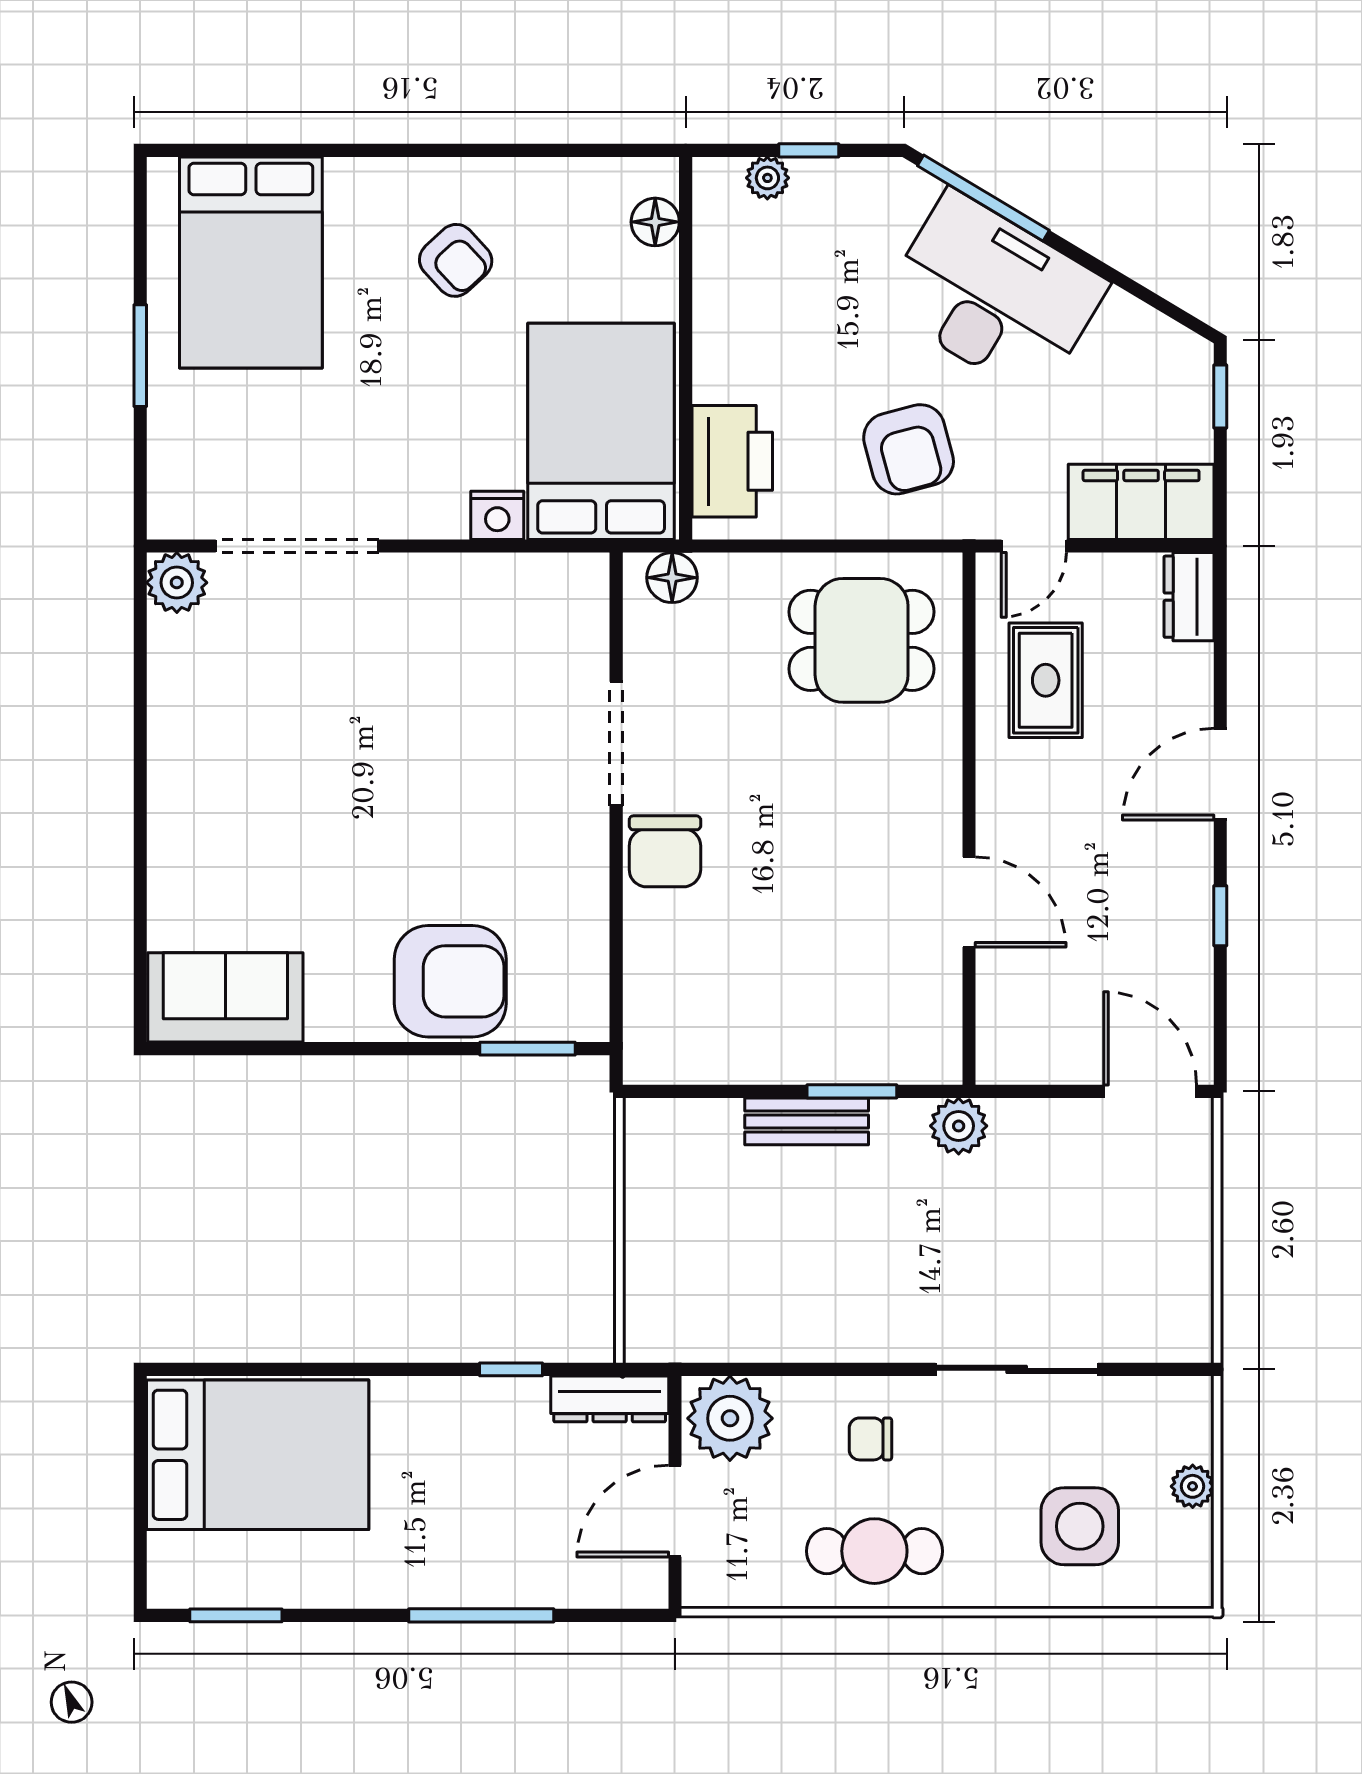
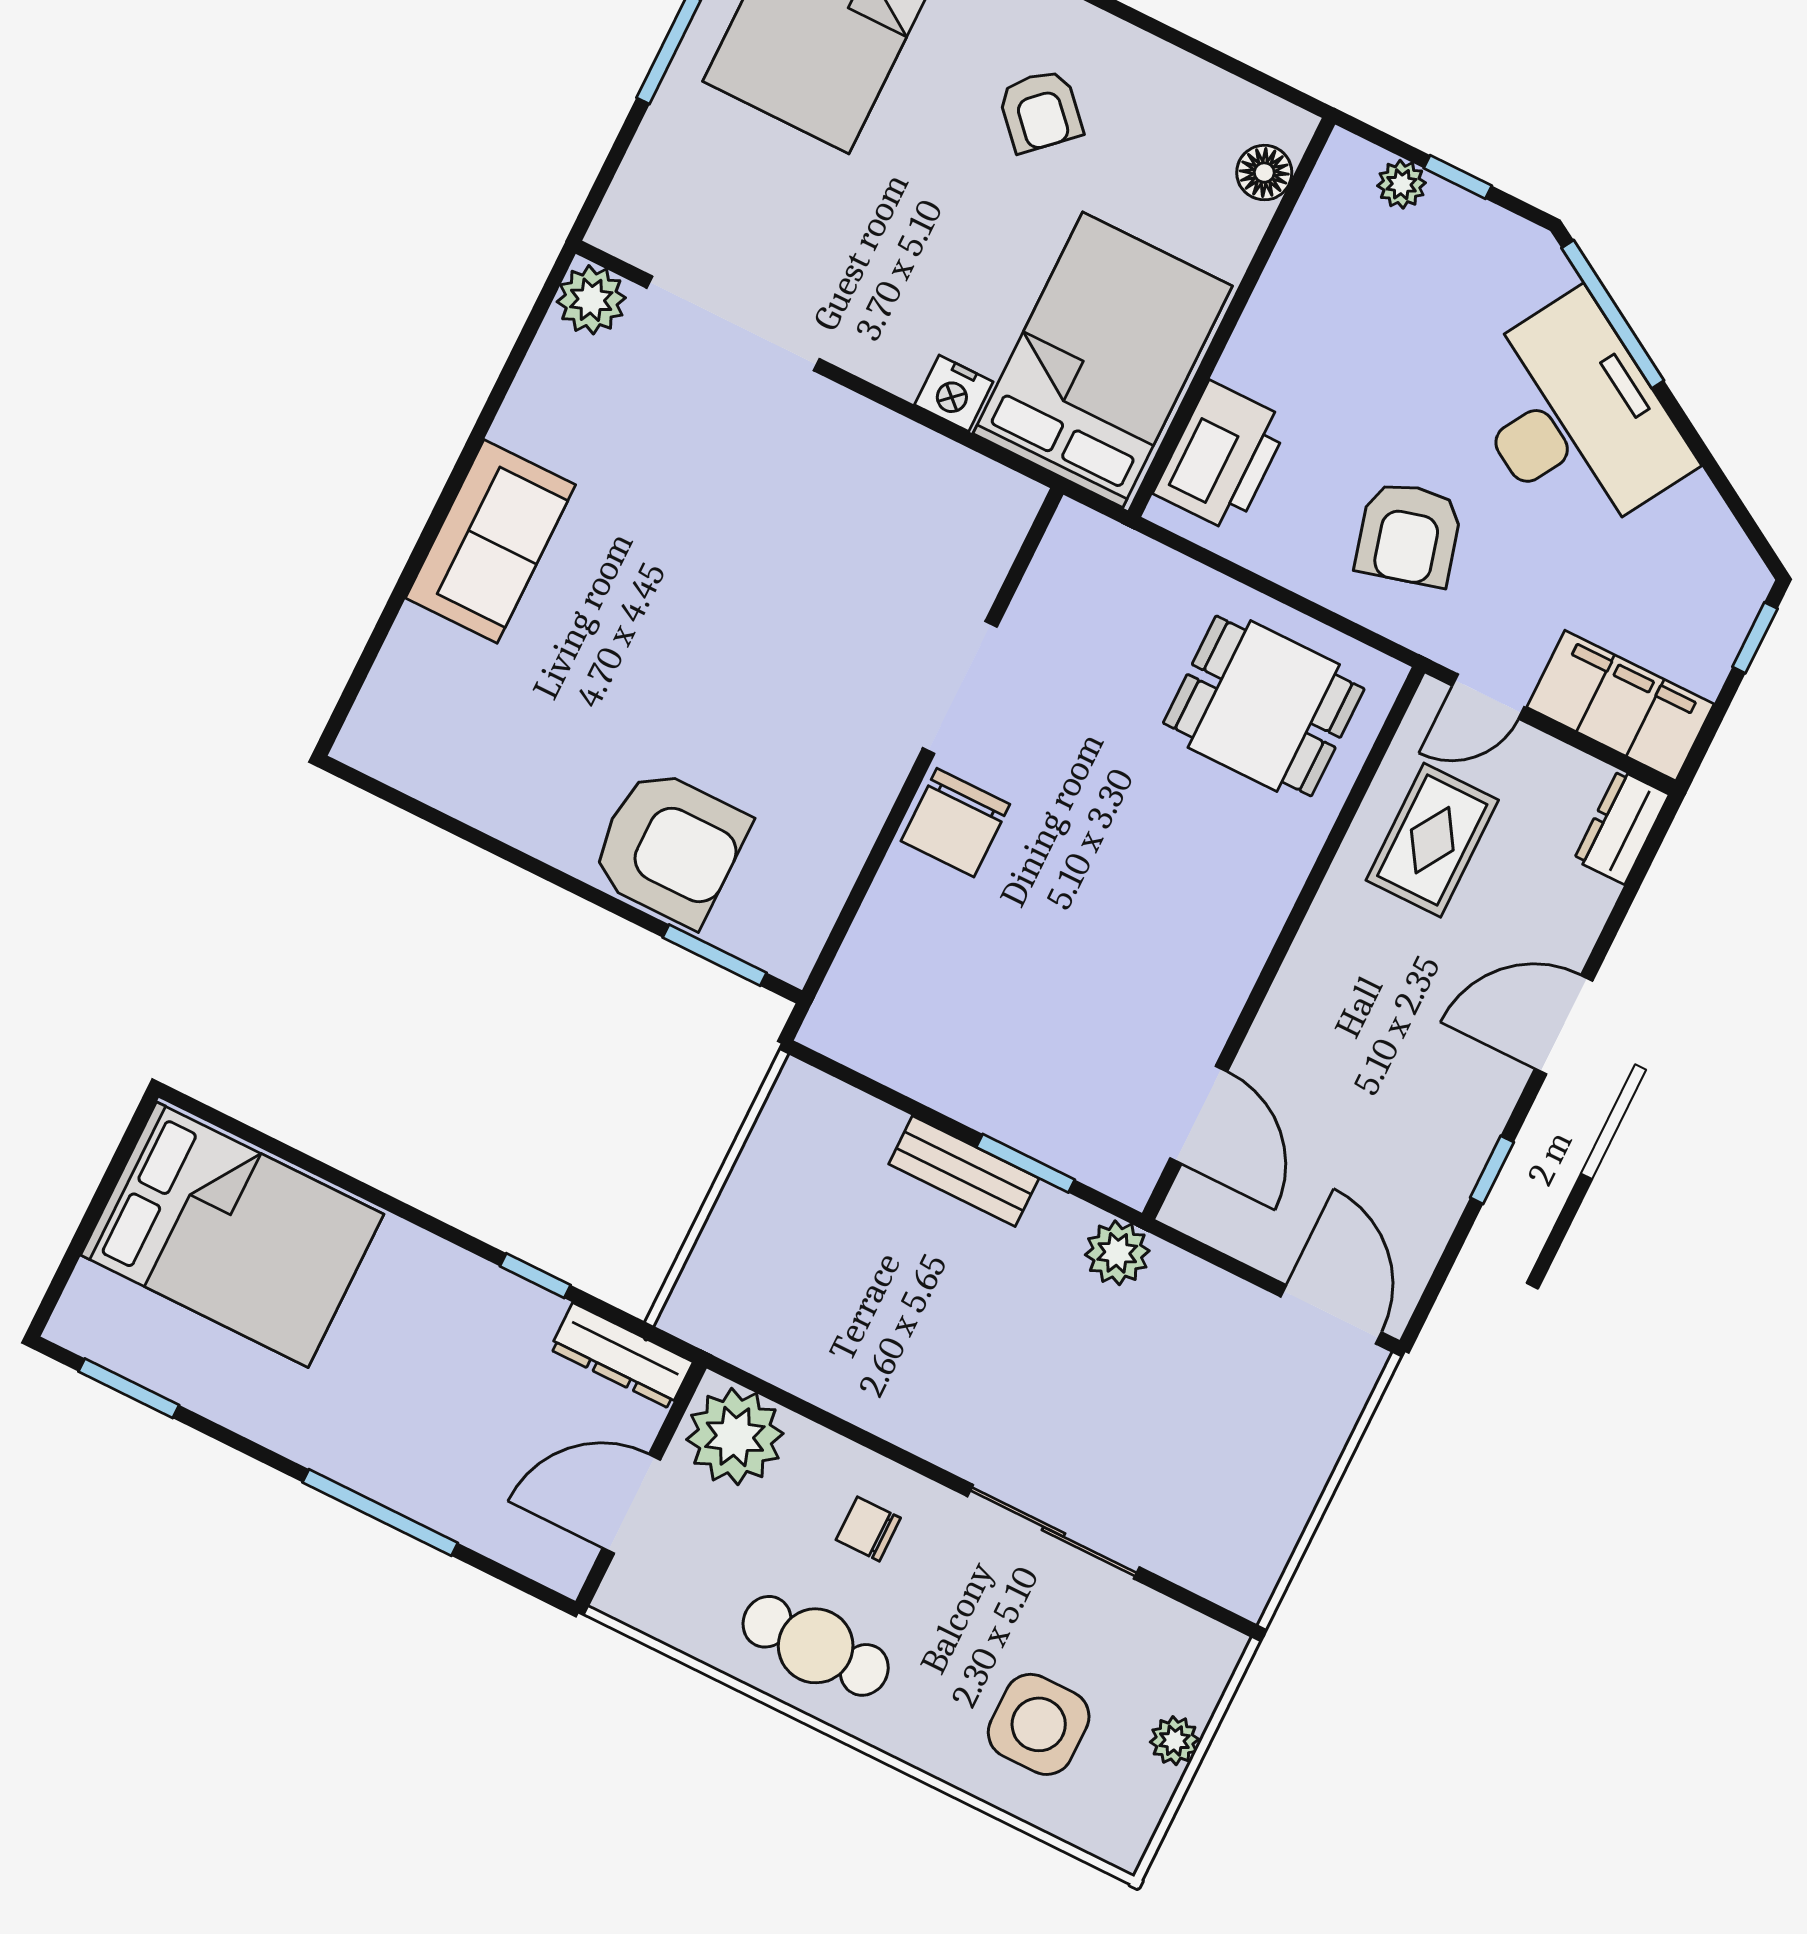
floor lamp: (672, 578) -> (1101, 546), removed
door: (969, 902) -> (1199, 1115), moved
sofa: (225, 997) -> (491, 541), moved, turned 90

